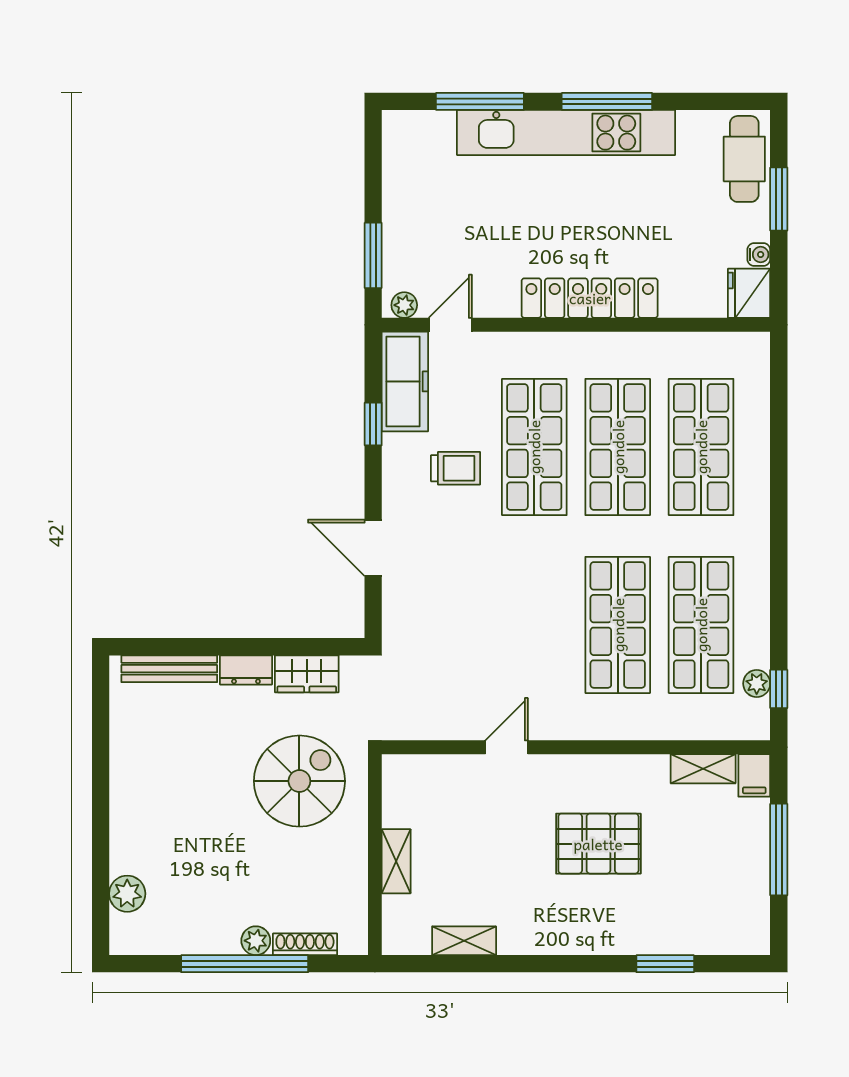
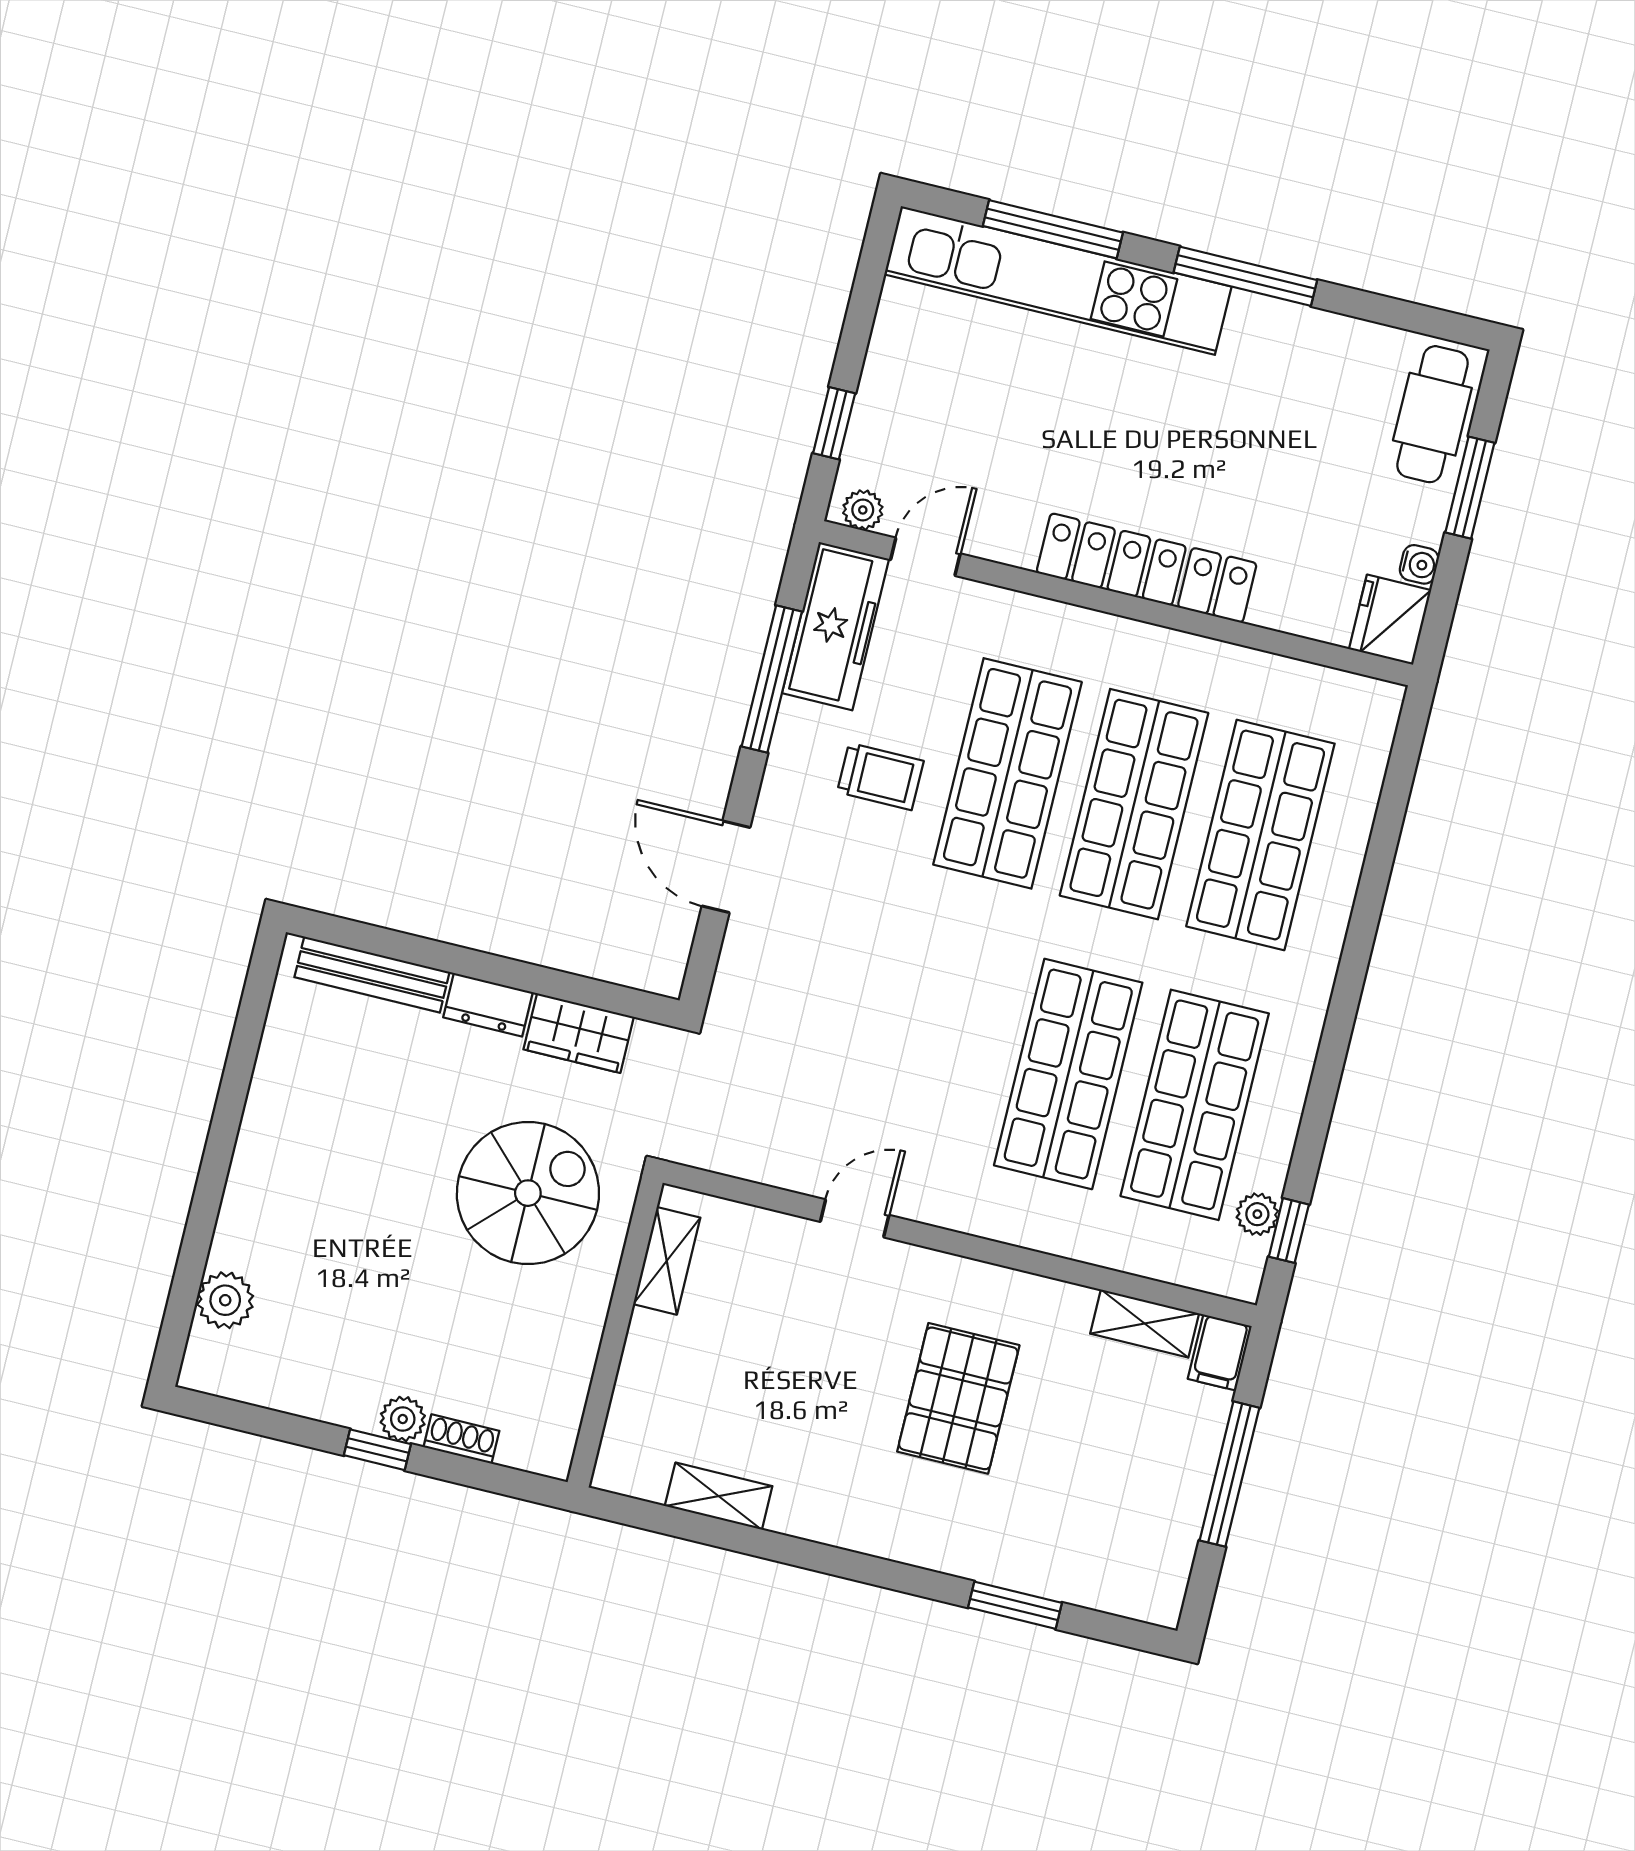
kitchen unit: (566, 133) -> (1058, 280), moved
window: (373, 255) -> (834, 423), width x0.67
window: (373, 424) -> (772, 679), width x2.17
pallet: (598, 844) -> (958, 1398), turned 90
shelving: (396, 861) -> (667, 1261), moved
shoe rack: (305, 944) -> (461, 1439), width x0.70
window: (245, 964) -> (377, 1450), width x0.32

